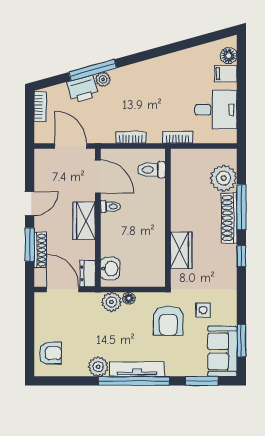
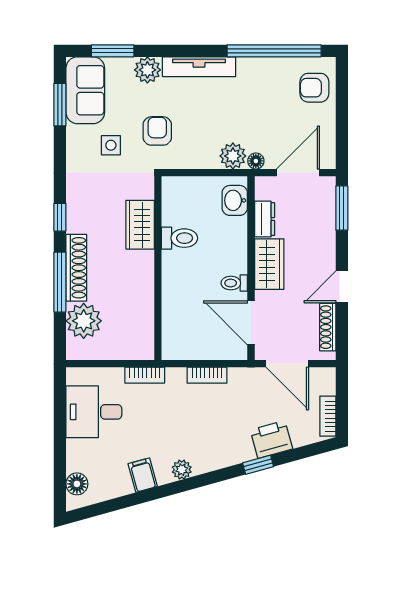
window: (93, 70) -> (258, 465), width x0.46
filing cabinet: (226, 74) -> (143, 475), moved, turned -105
plant: (103, 79) -> (182, 470), moved
toilet: (152, 170) -> (180, 238), moved
window: (30, 244) -> (342, 208), moved
shoe rack: (40, 250) -> (328, 327), moved
dresser: (88, 273) -> (265, 219), moved
door: (63, 289) -> (298, 173), swing flipped
floor lamp: (129, 298) -> (256, 161), moved
armchair: (168, 321) -> (157, 131), width x0.72, depth x0.72
plant: (98, 367) -> (147, 70), moved
window: (134, 381) -> (274, 51), moved

